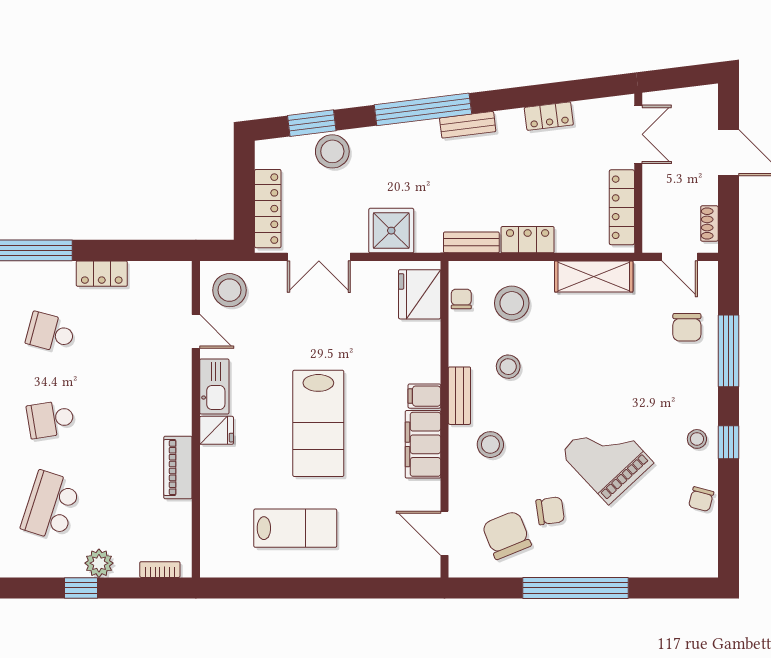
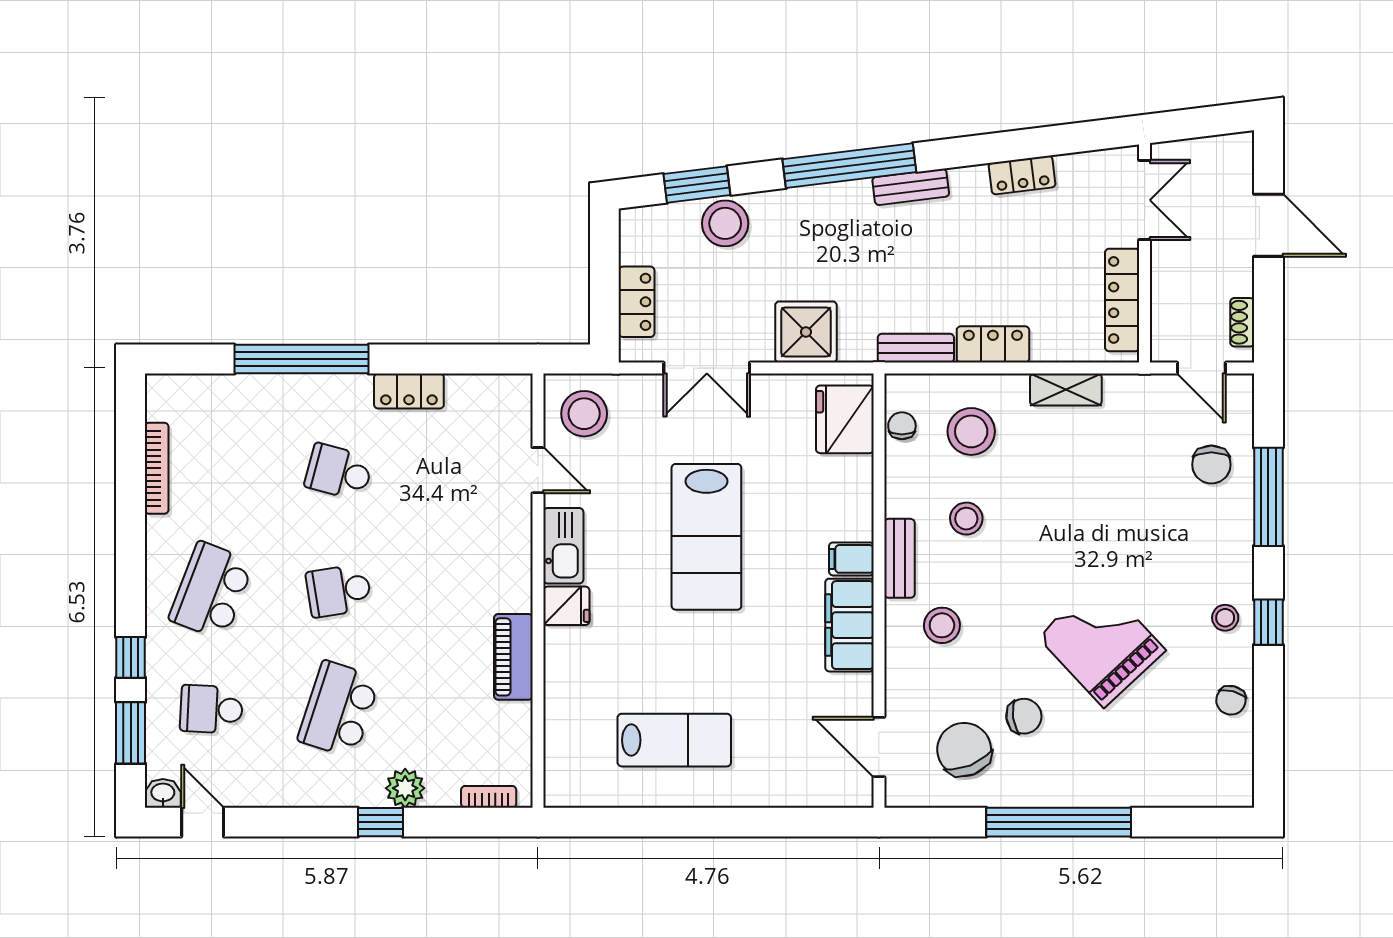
locker: (268, 209) -> (637, 302), width x0.66
shelving: (594, 276) -> (1066, 390), width x0.67, depth x0.75
lab bench: (318, 423) -> (706, 537), moved

